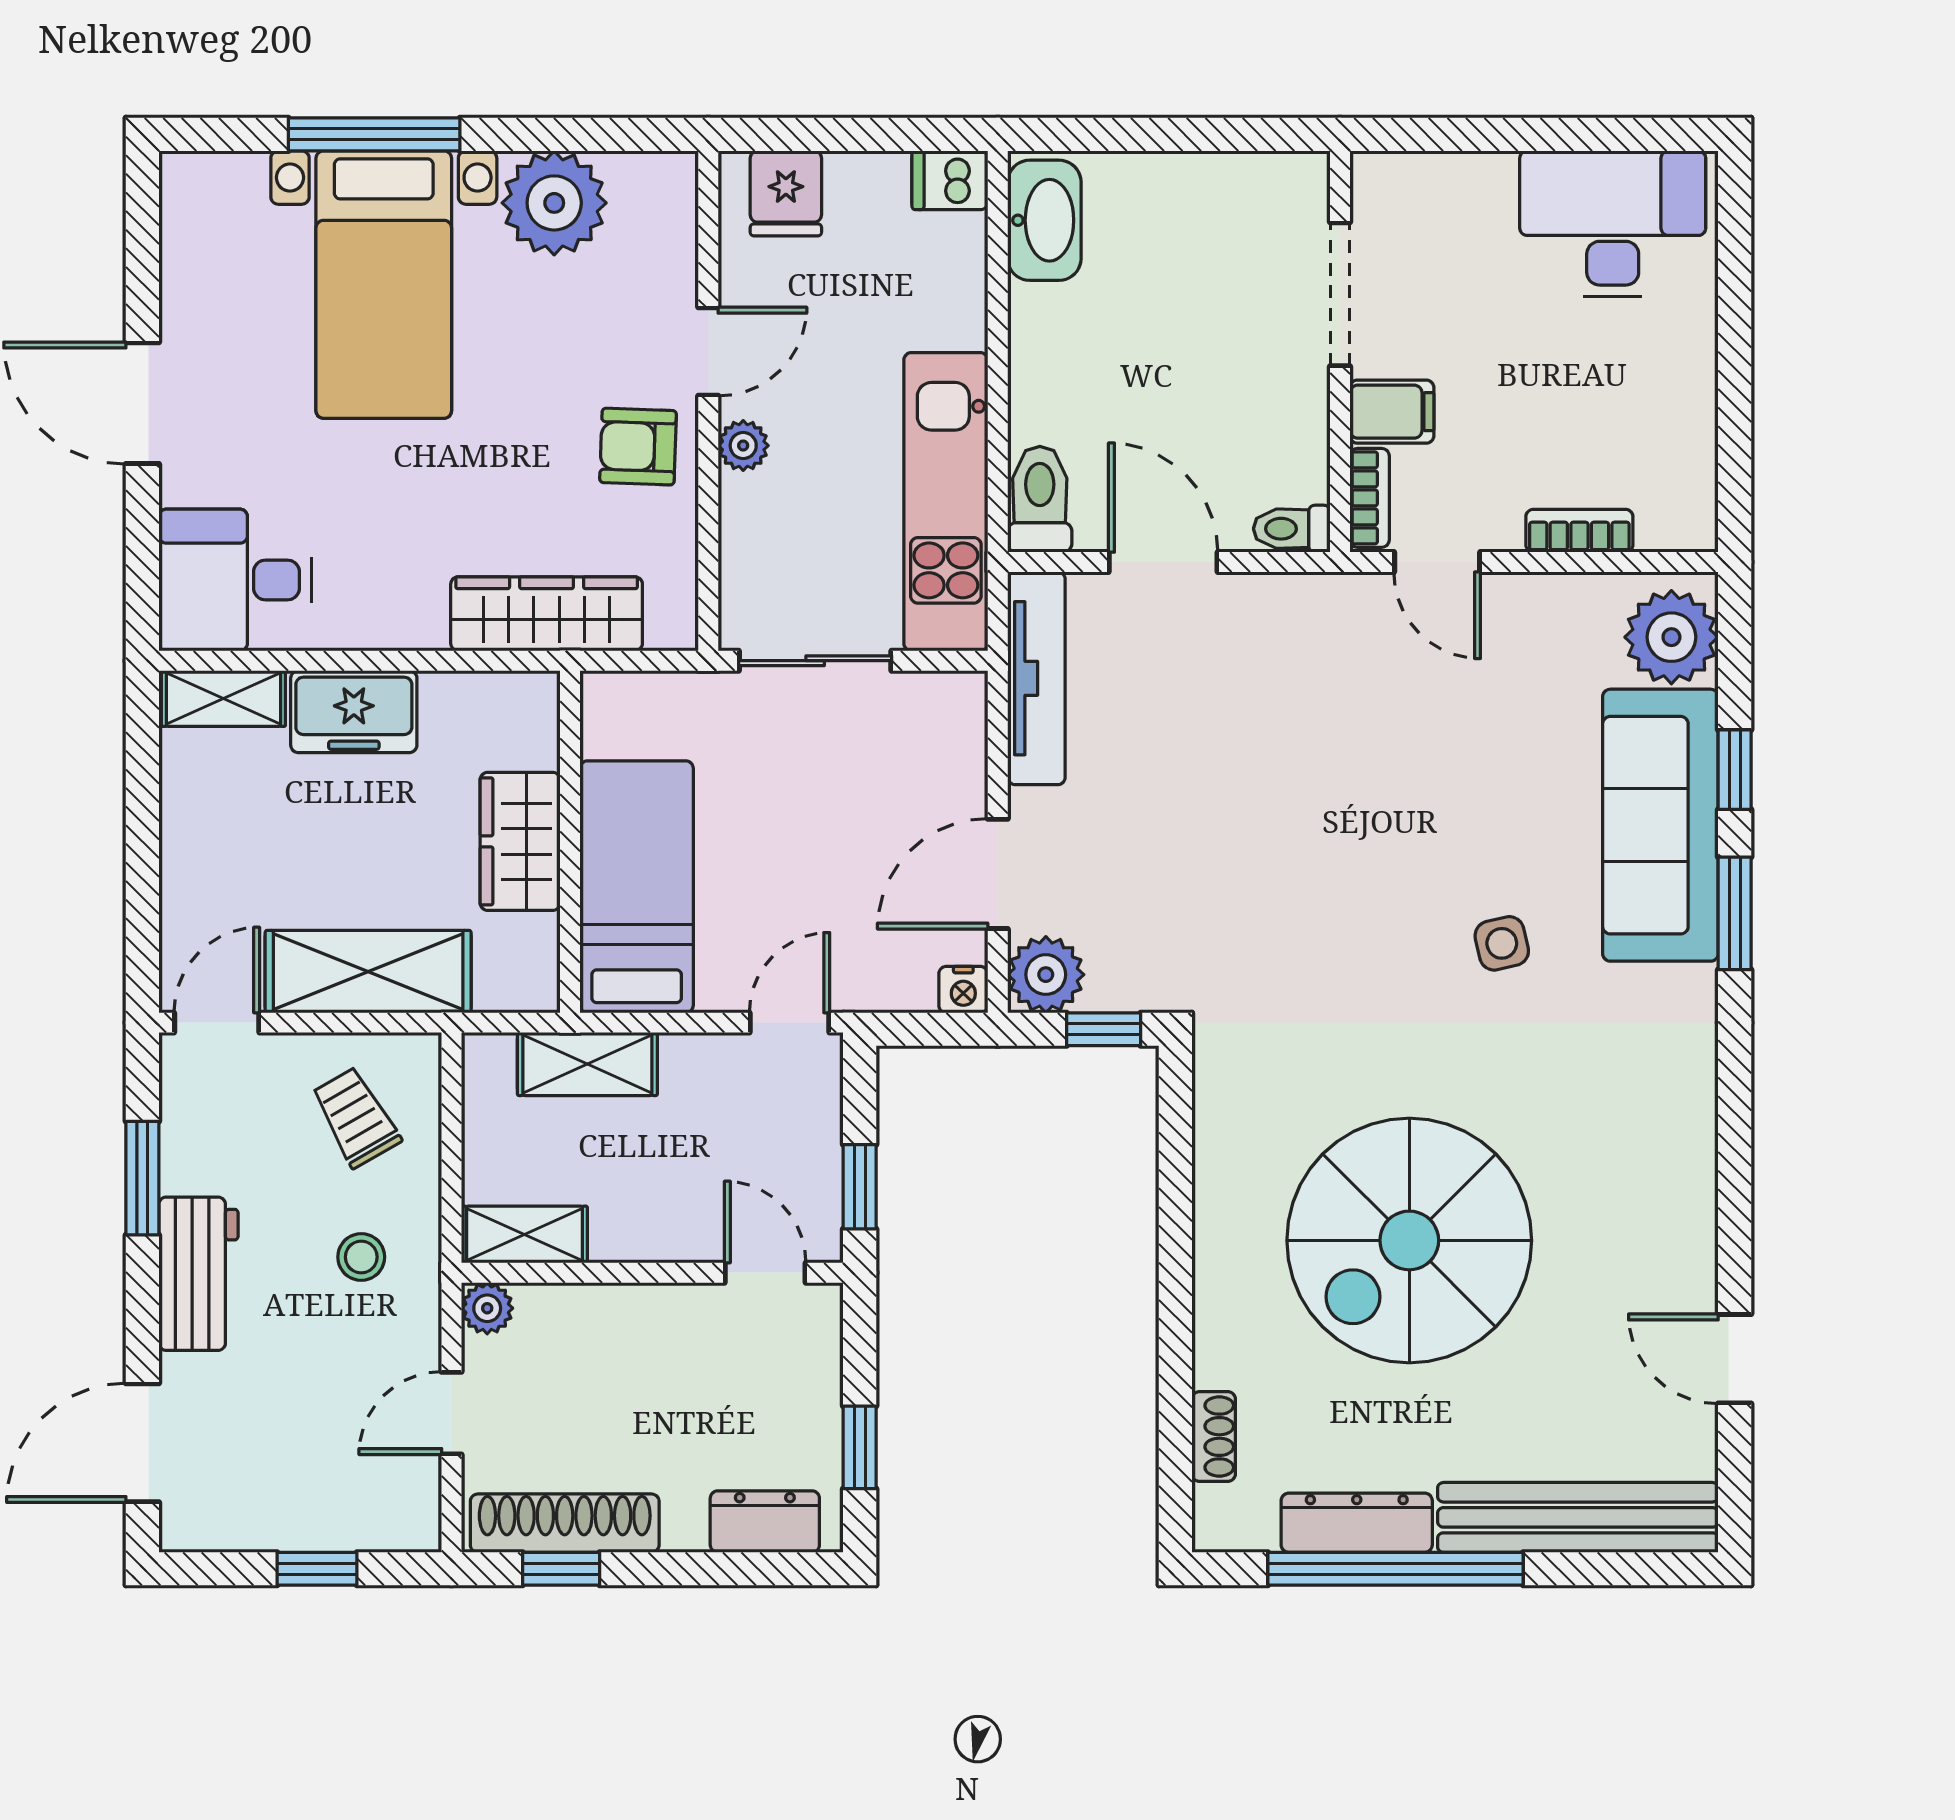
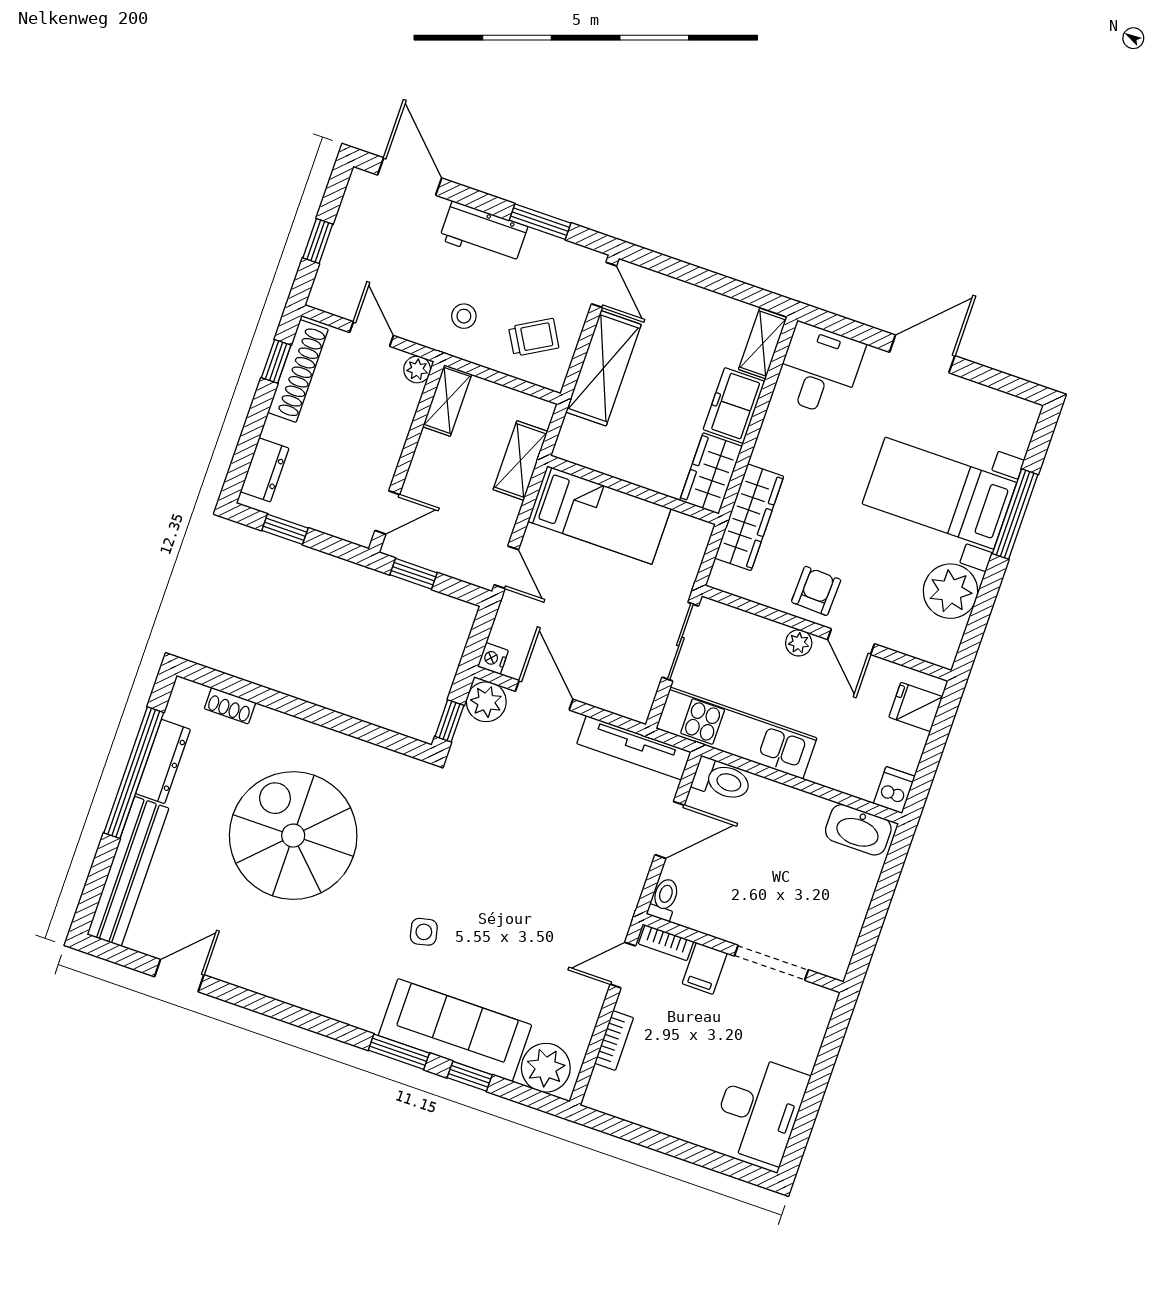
wardrobe: (520, 841) -> (711, 473), moved, turned -90

